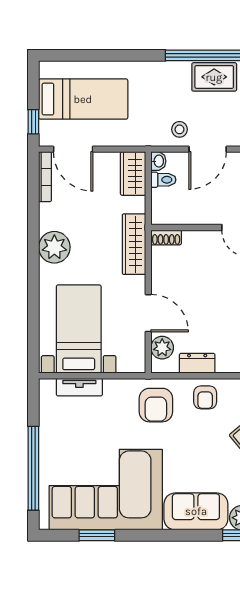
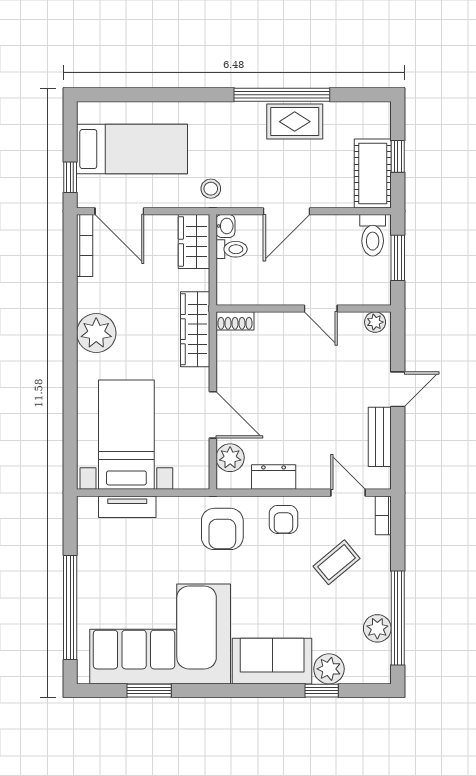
stool: (180, 129) -> (211, 189), moved

